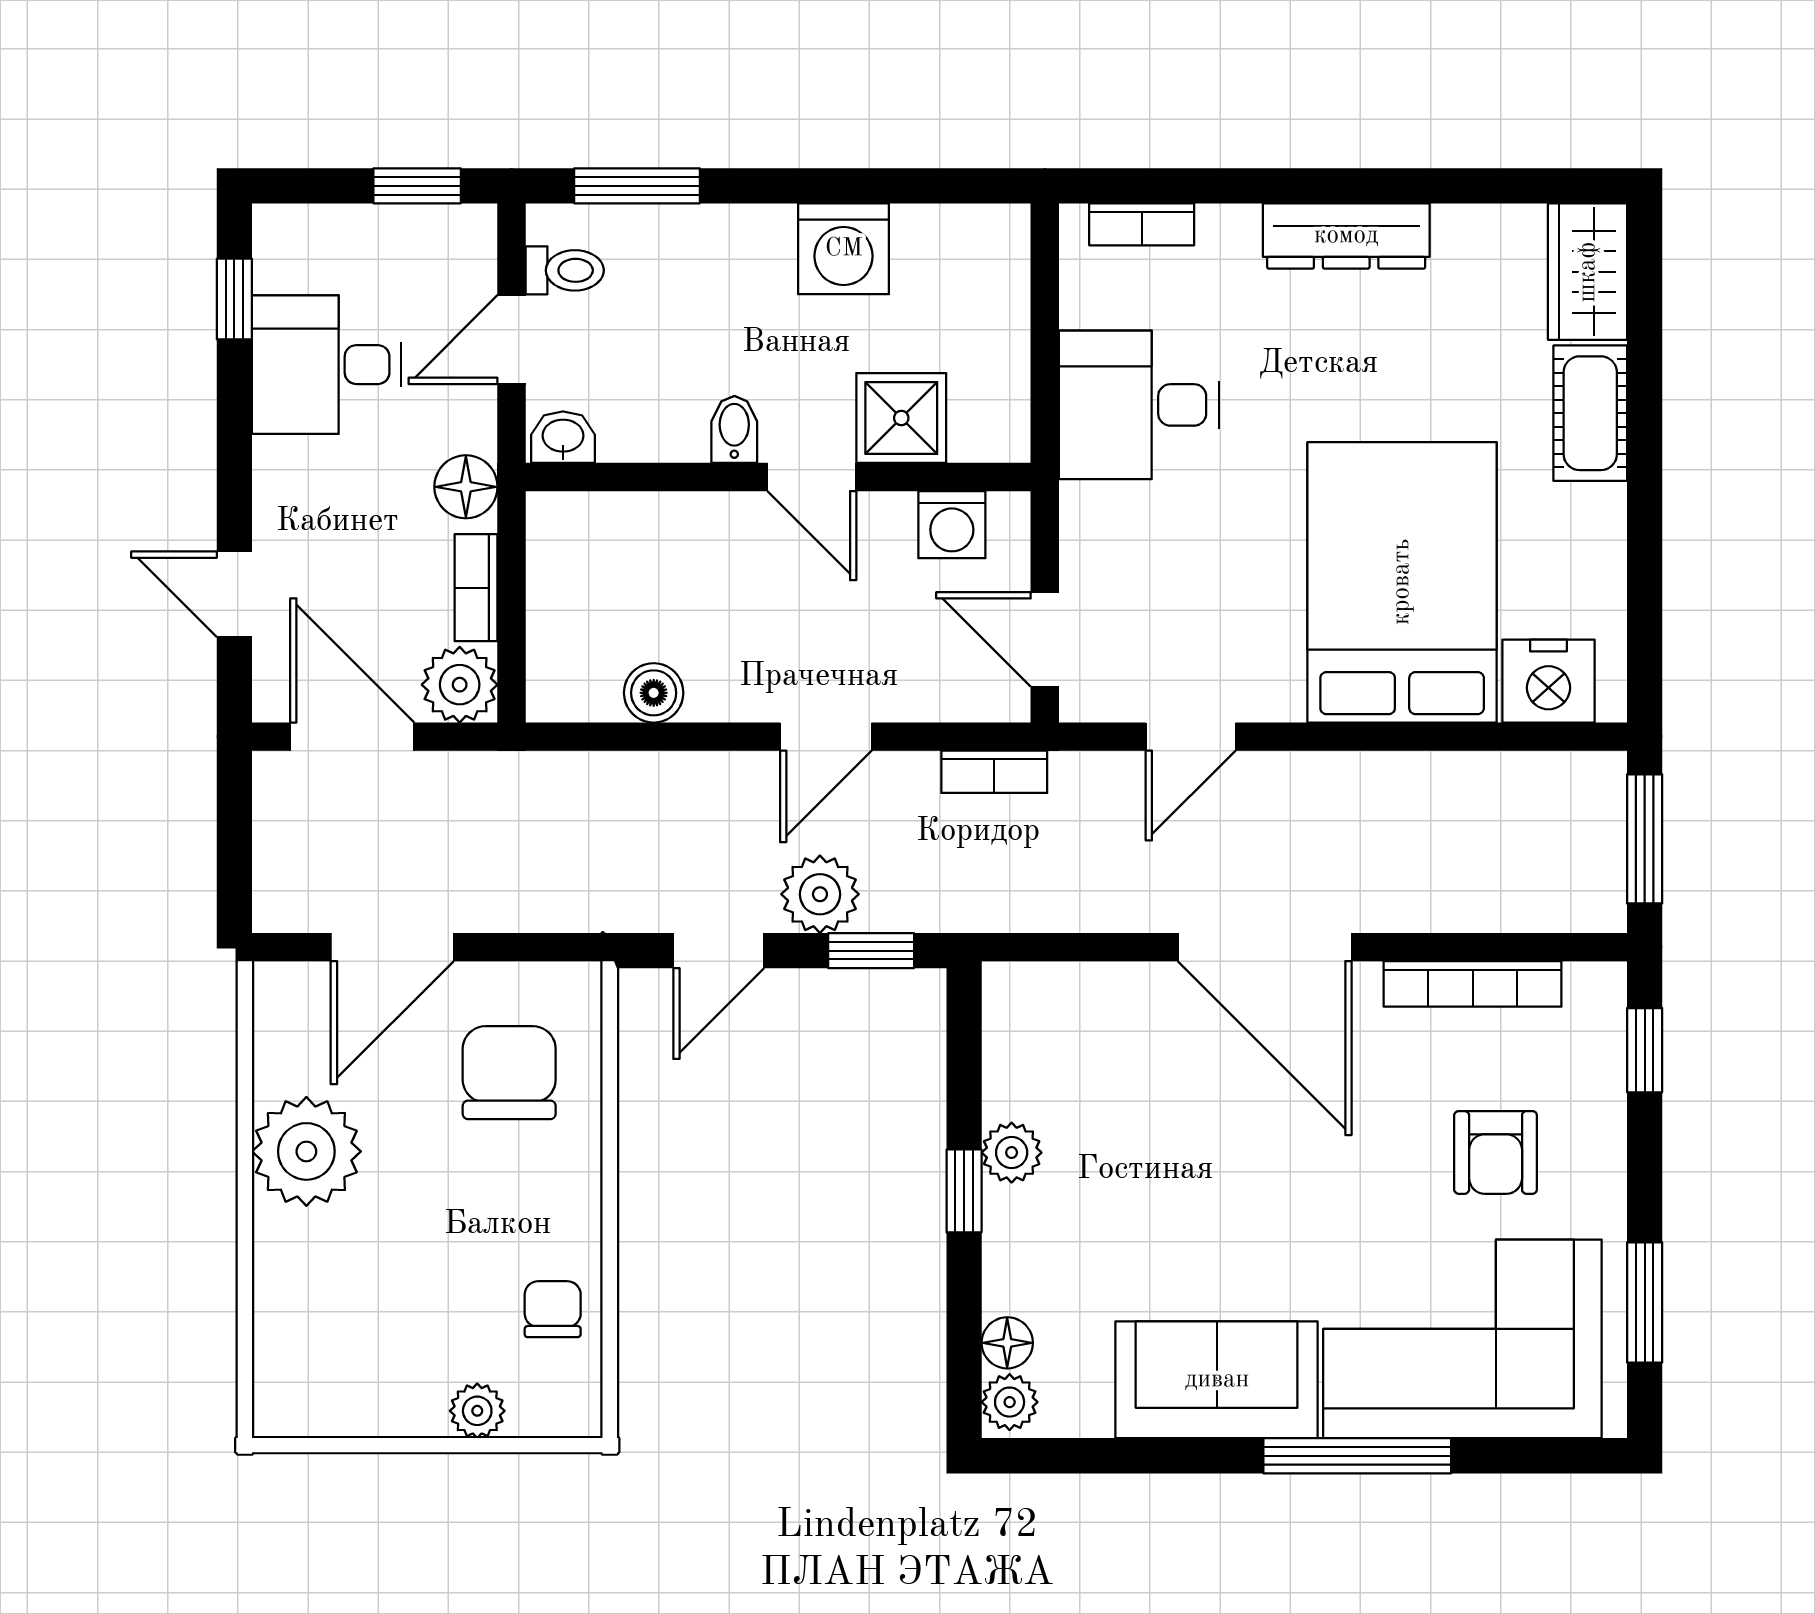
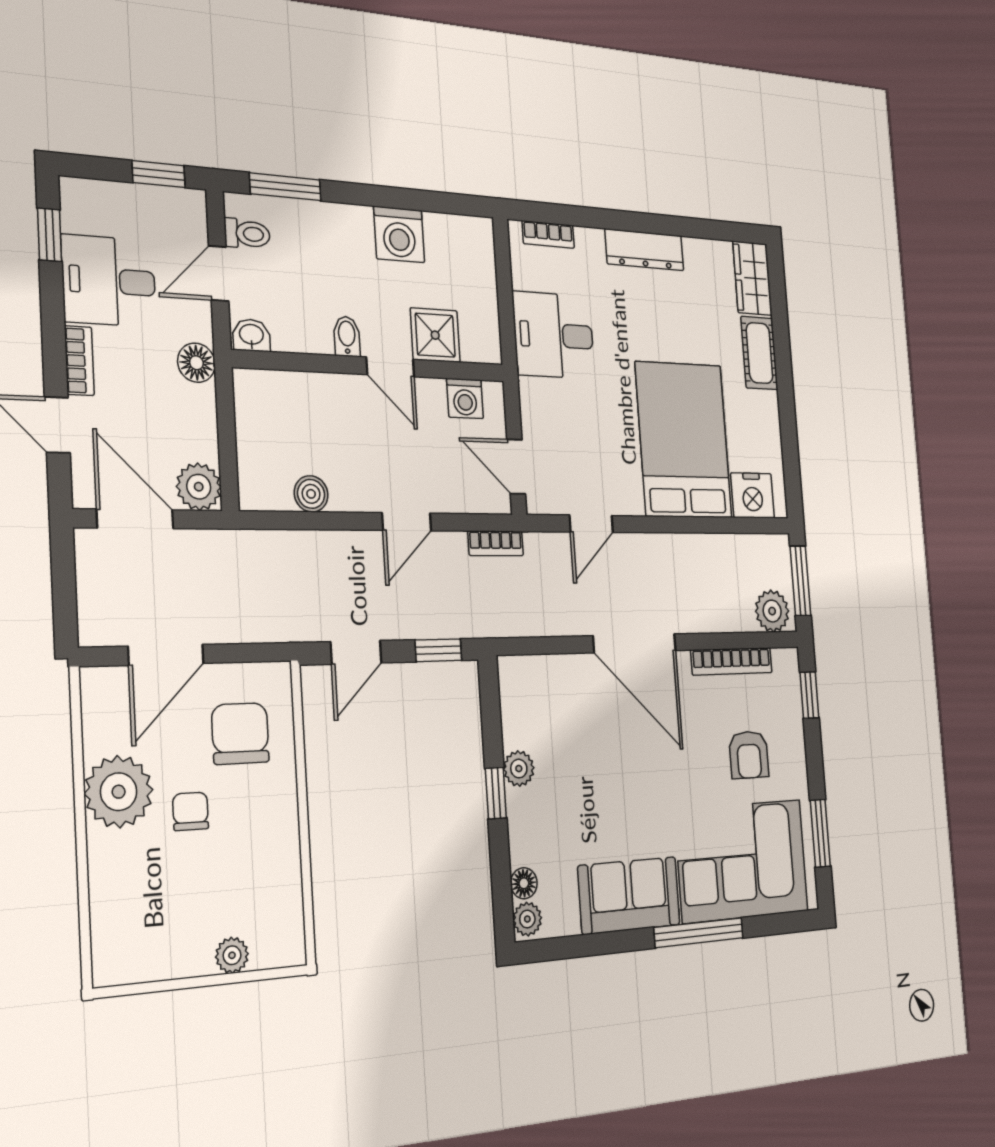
bookcase: (476, 588) -> (79, 361), moved, turned 180
plant: (820, 894) -> (772, 611), moved
chair: (553, 1309) -> (191, 811), moved

